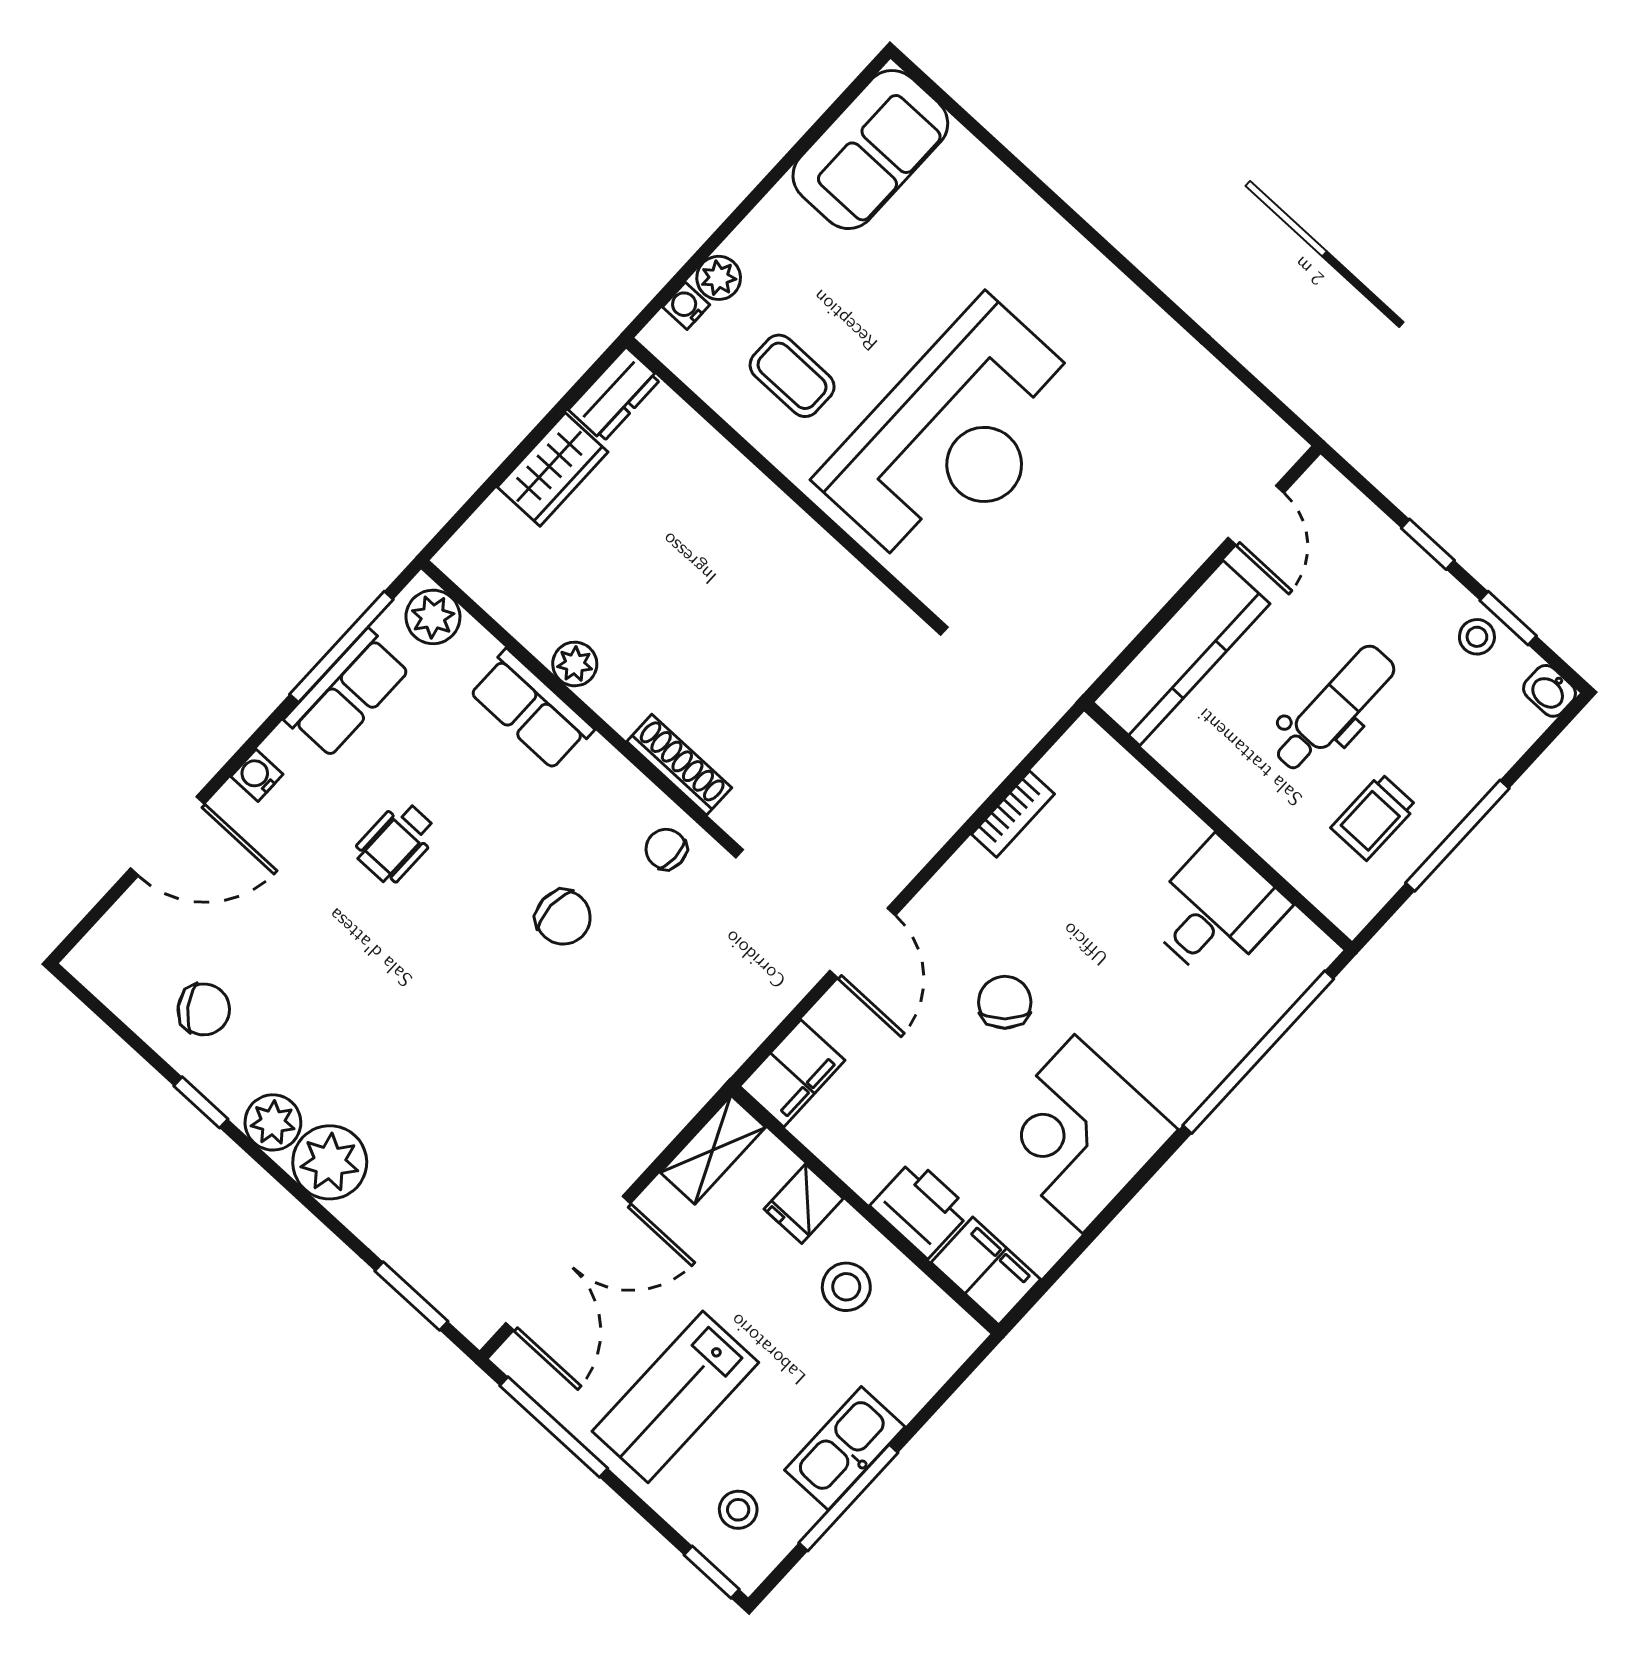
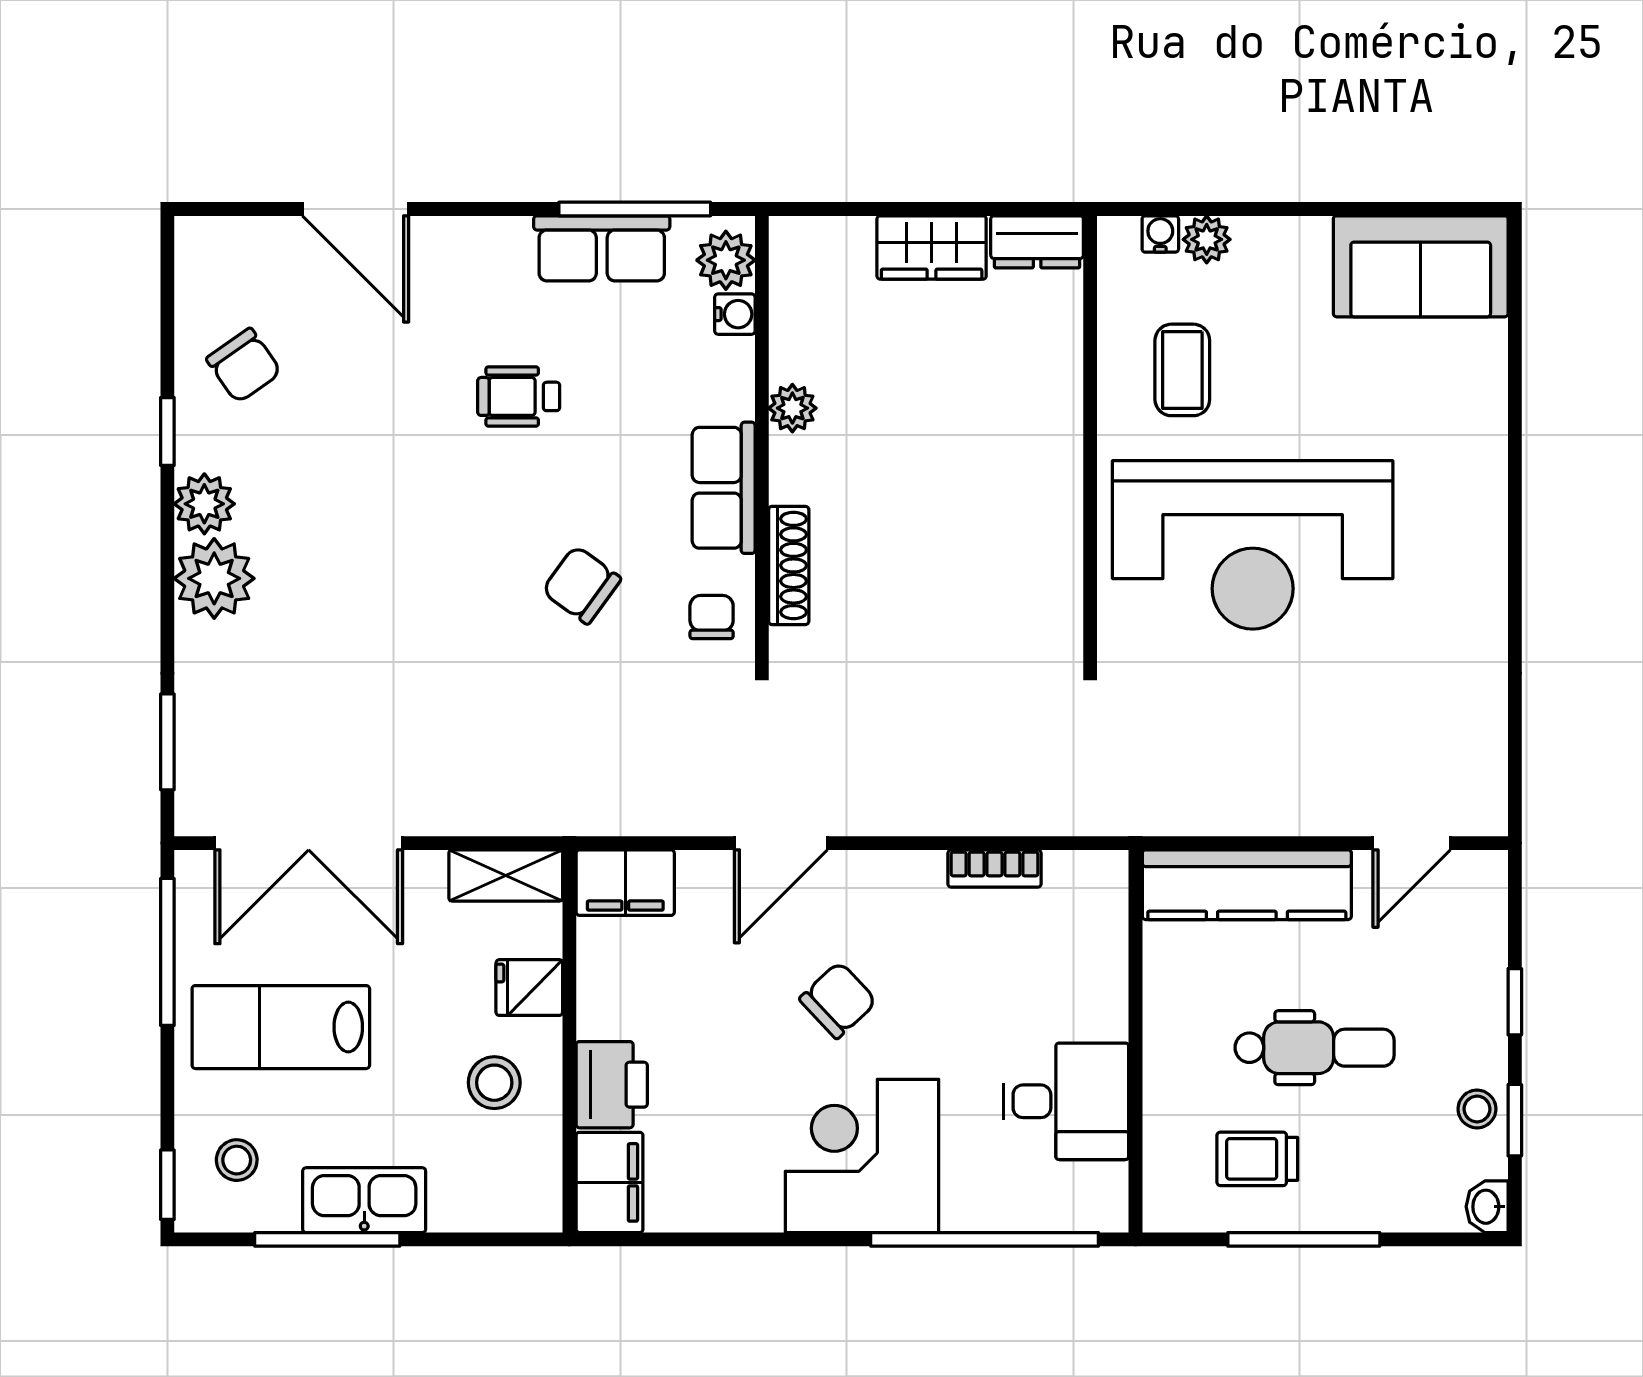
row of seats: (531, 710) -> (724, 488), moved
water cooler: (257, 775) -> (735, 314), moved, turned 90
chair: (563, 917) -> (581, 585), turned 126
corner desk: (1079, 1134) -> (862, 1156), moved

